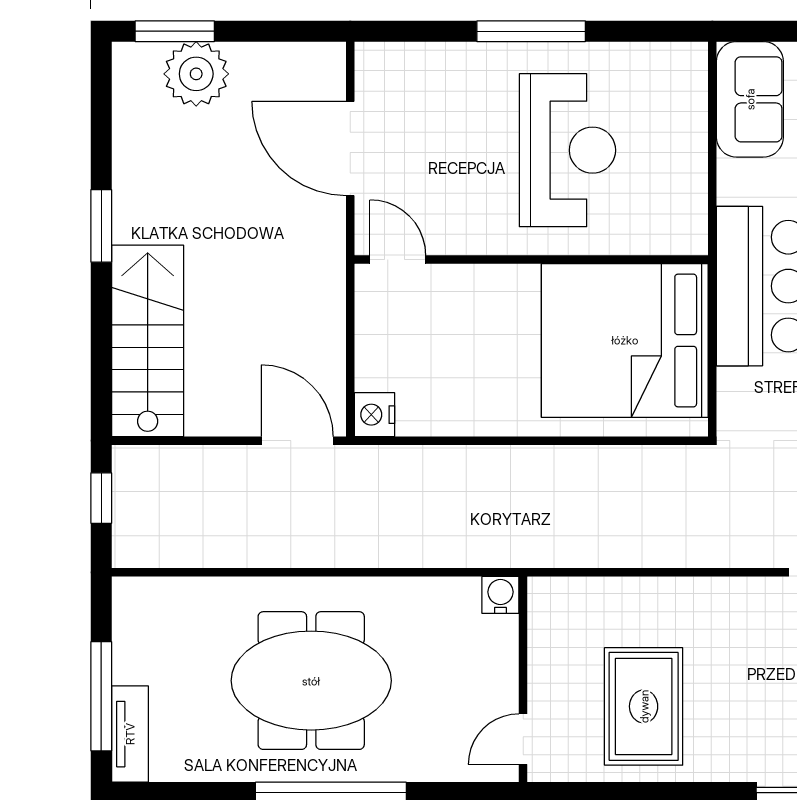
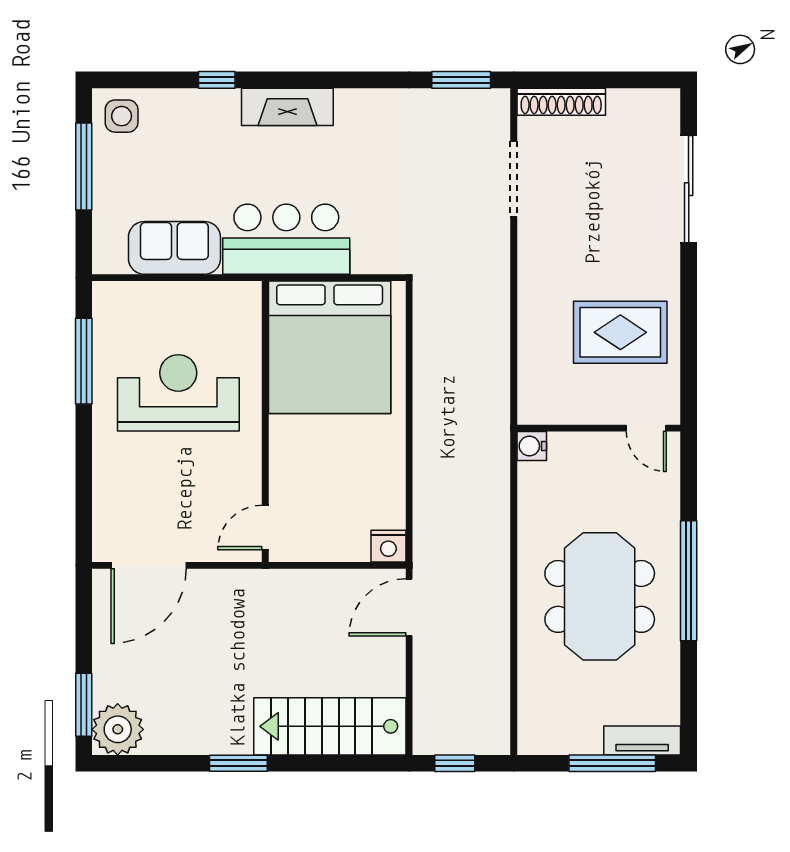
window: (531, 31) -> (84, 361), moved
plant: (196, 74) -> (118, 729), moved
sofa: (750, 99) -> (174, 248), moved
door: (350, 148) -> (149, 565), moved

